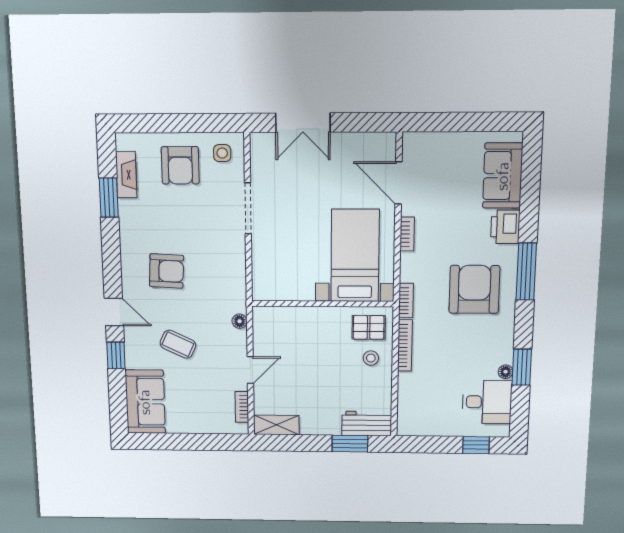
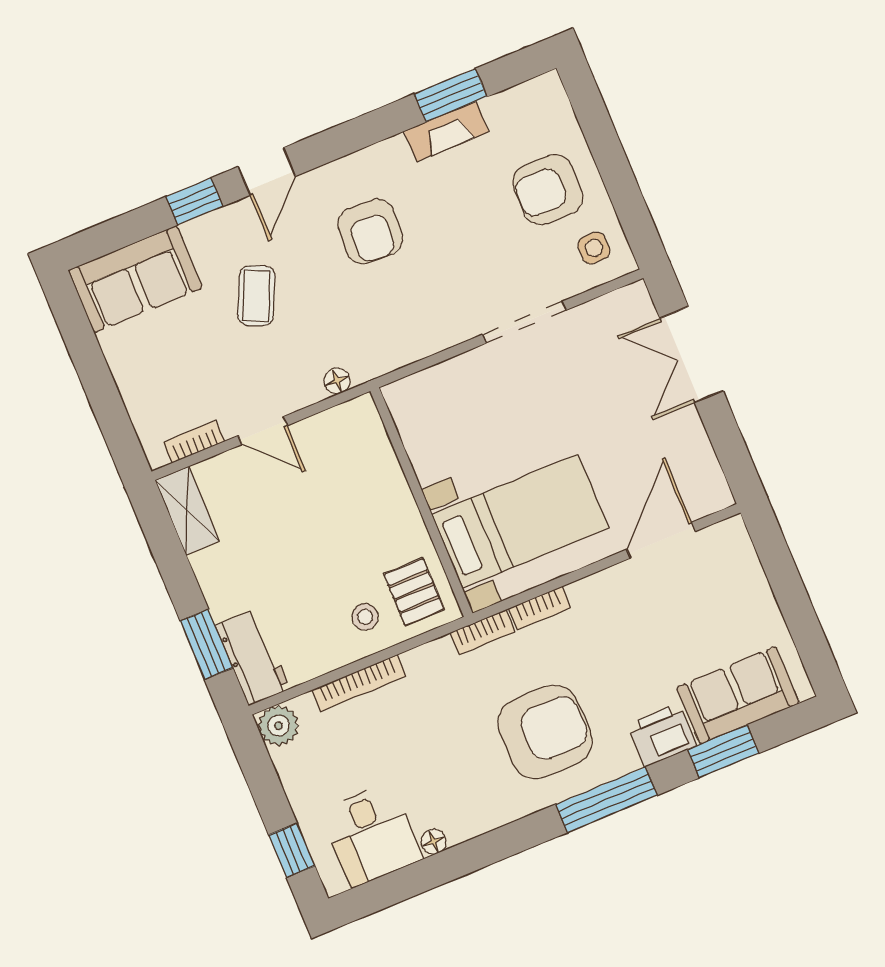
fireplace: (126, 175) -> (446, 132), moved
bookcase: (407, 234) -> (539, 608), moved
bookcase: (405, 345) -> (359, 683), moved
window: (522, 367) -> (723, 751), moved
plant: (408, 425) -> (279, 726), added

